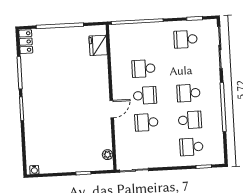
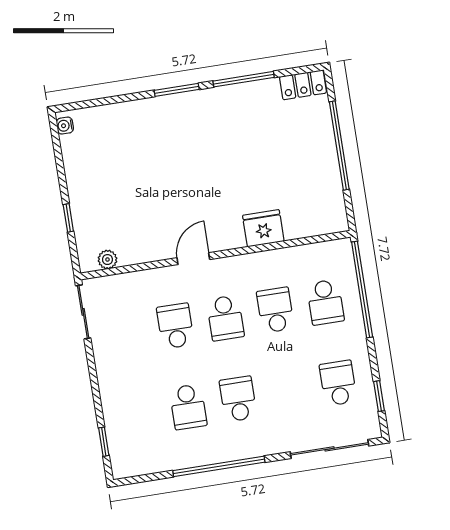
fridge: (98, 45) -> (263, 228), moved
door: (112, 109) -> (193, 259), swing flipped
school desk: (191, 147) -> (325, 302), moved, turned 180

